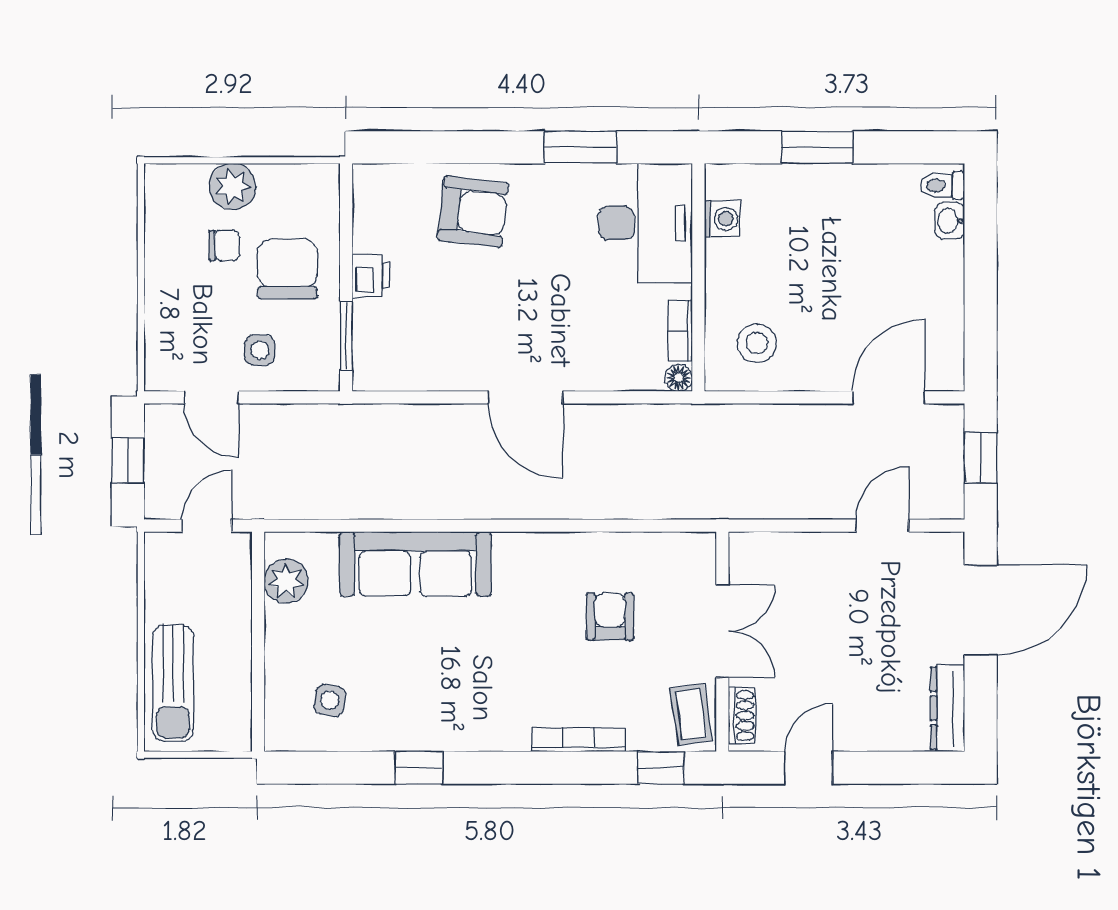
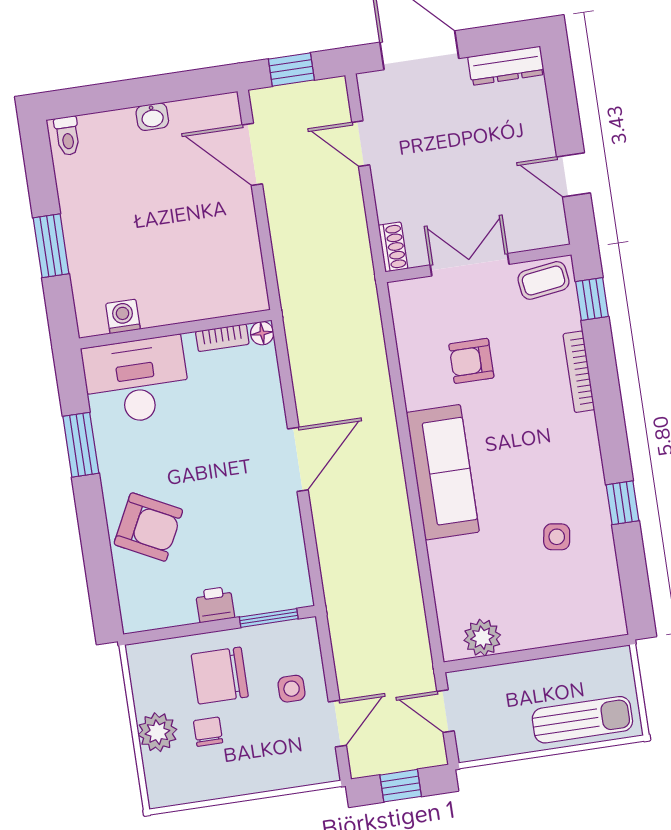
armchair: (473, 212) -> (148, 527), turned 110
washbasin: (950, 221) -> (152, 117), moved
stool: (757, 343) -> (223, 272), removed
sofa: (415, 564) -> (443, 472), moved
side table: (330, 700) -> (557, 537), moved
shoe rack: (742, 716) -> (393, 247), moved, turned 90

